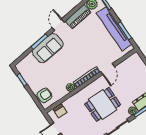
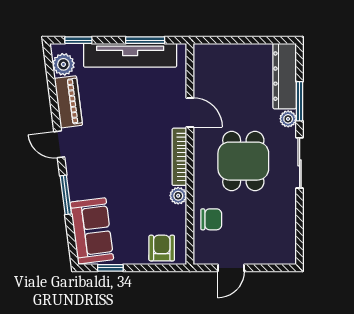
sofa: (48, 48) -> (92, 231), moved
chair: (60, 111) -> (211, 219), moved

